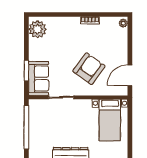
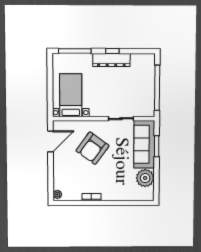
plant: (37, 29) -> (145, 178), moved
sofa: (39, 79) -> (144, 144), width x1.36

